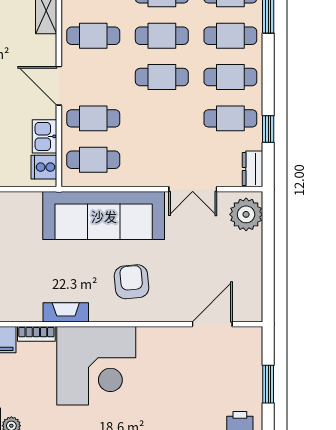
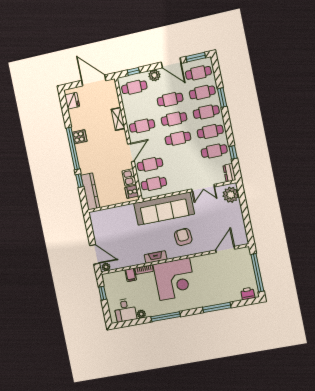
door: (59, 86) -> (131, 153), swing flipped
window: (268, 384) -> (257, 273), width x2.11

